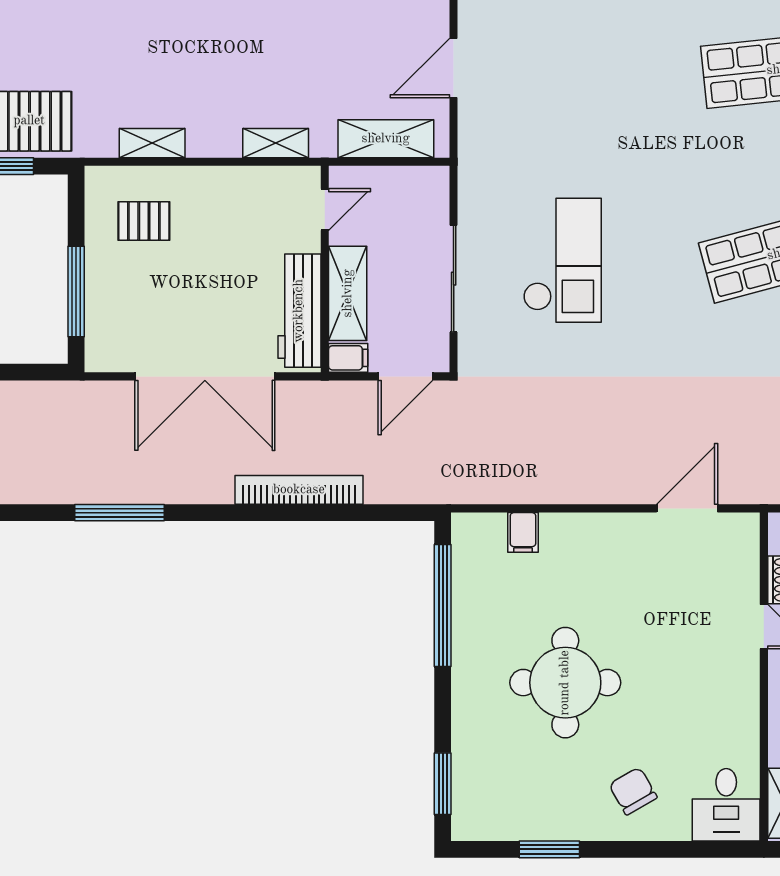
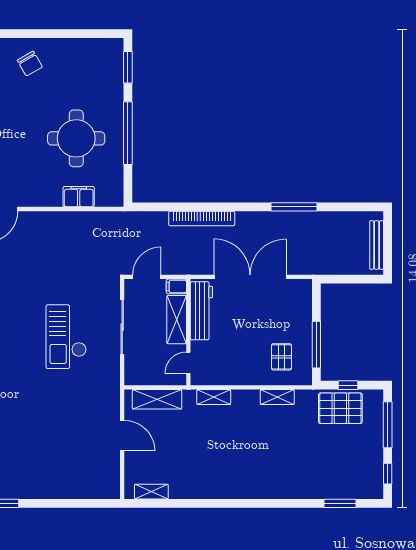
door: (454, 68) -> (122, 436), hinge flipped
pallet: (144, 221) -> (282, 357), turned 90
window: (76, 292) -> (316, 345), moved
filing cabinet: (523, 532) -> (79, 197), width x2.00
window: (443, 606) -> (128, 133), moved
round table: (565, 683) -> (76, 138), moved
window: (549, 849) -> (73, 34), removed

